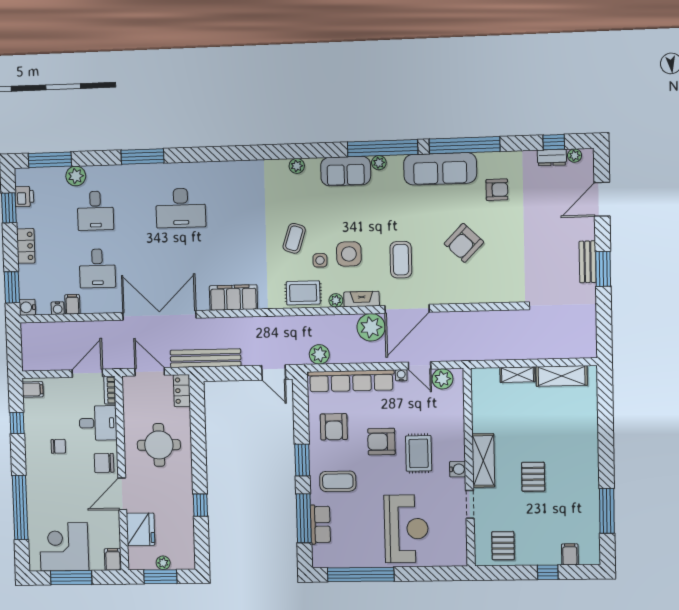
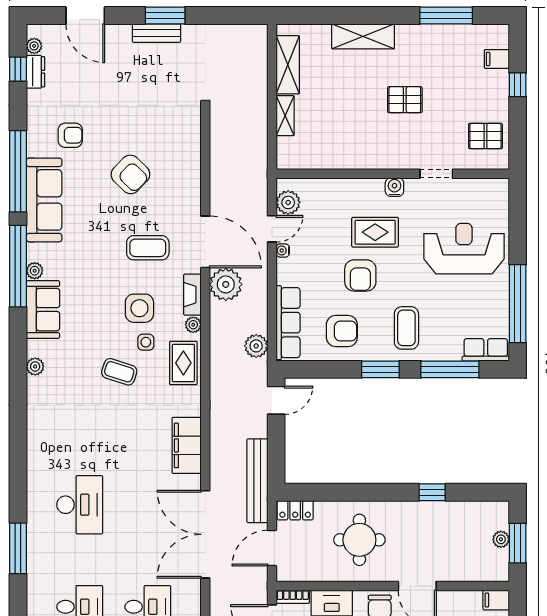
armchair: (497, 190) -> (70, 135), turned 90
row of seats: (351, 381) -> (288, 323), width x0.73
shelving: (483, 460) -> (363, 36), moved
row of seats: (320, 524) -> (486, 350), moved
fridge: (141, 529) -> (460, 565), removed

